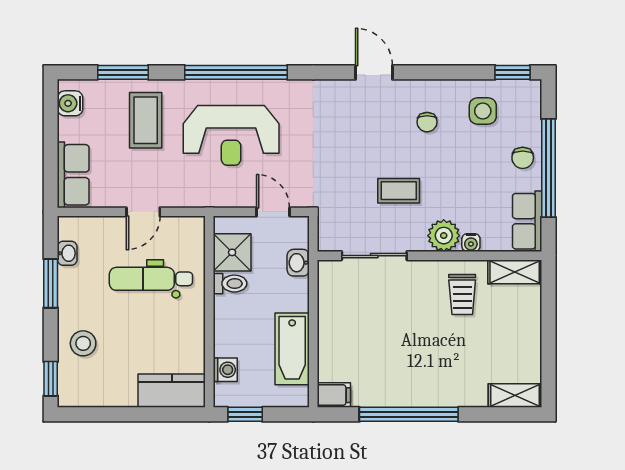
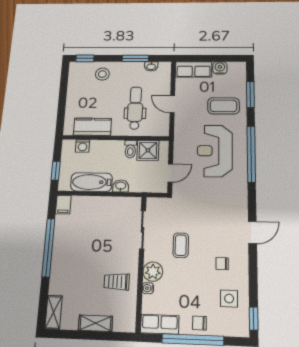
water cooler: (70, 103) -> (220, 68), moved
washbasin: (298, 263) -> (121, 186), moved
shelving: (515, 272) -> (95, 323), moved, turned 90
kitchen counter: (172, 391) -> (92, 127), moved, turned -90
window: (245, 414) -> (56, 171), moved

